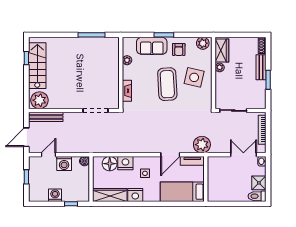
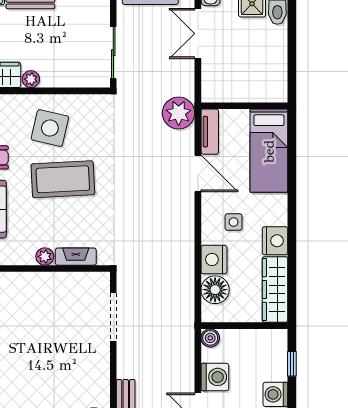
plant: (127, 60) -> (45, 256), moved

